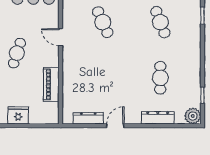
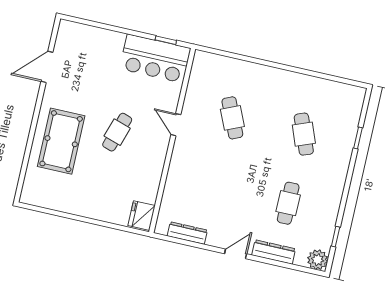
piano: (51, 84) -> (151, 181), removed
fridge: (18, 115) -> (142, 216), moved, turned -90
door: (115, 126) -> (236, 254), moved

